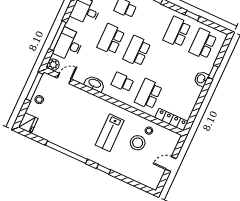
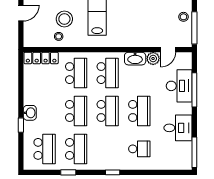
school desk: (163, 63) -> (76, 111), added
plant: (53, 65) -> (153, 59), moved
school desk: (123, 82) -> (108, 73), width x1.85

